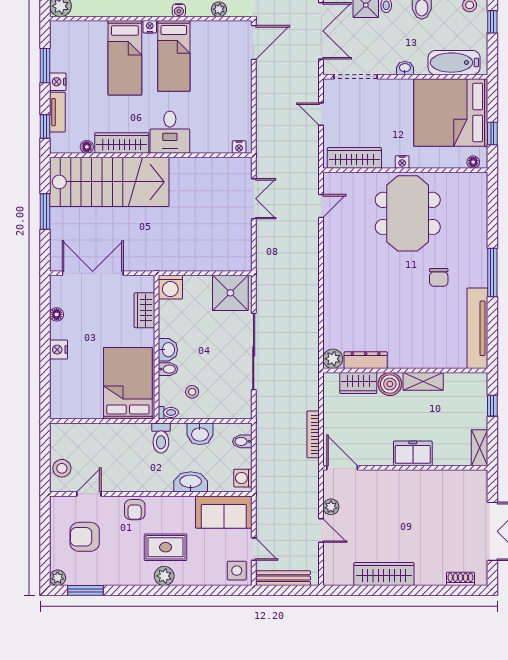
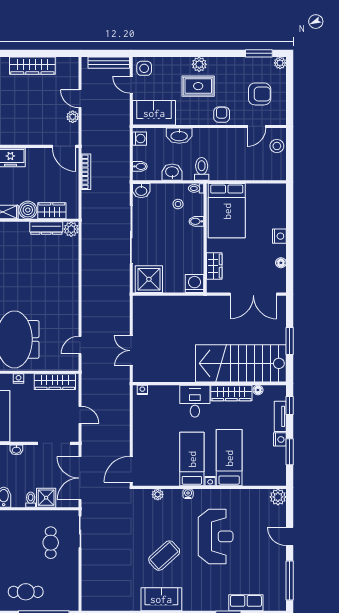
washbasin: (168, 350) -> (141, 191), moved, turned -90

